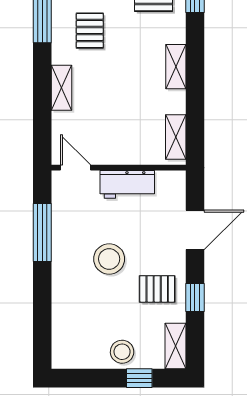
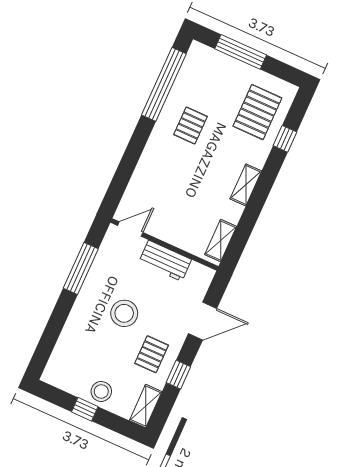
shelving: (62, 88) -> (148, 161), removed
door: (75, 168) -> (130, 229), hinge flipped
pallet: (157, 289) -> (152, 354), turned 90
window: (139, 378) -> (85, 409), moved

